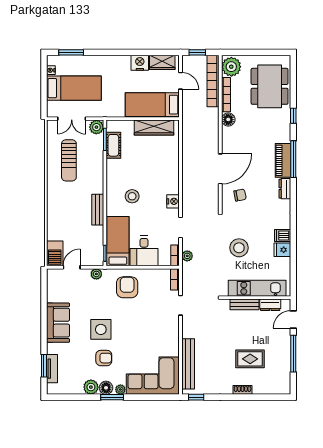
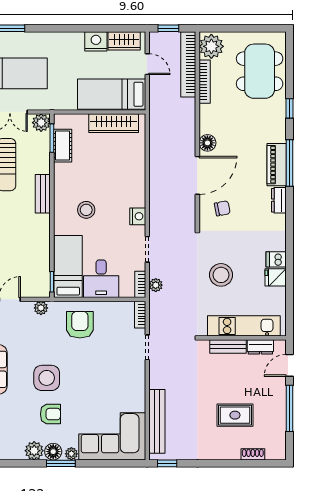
floor lamp: (228, 119) -> (207, 143), moved
bench: (98, 210) -> (43, 194), moved
shoe rack: (243, 390) -> (253, 454), moved

